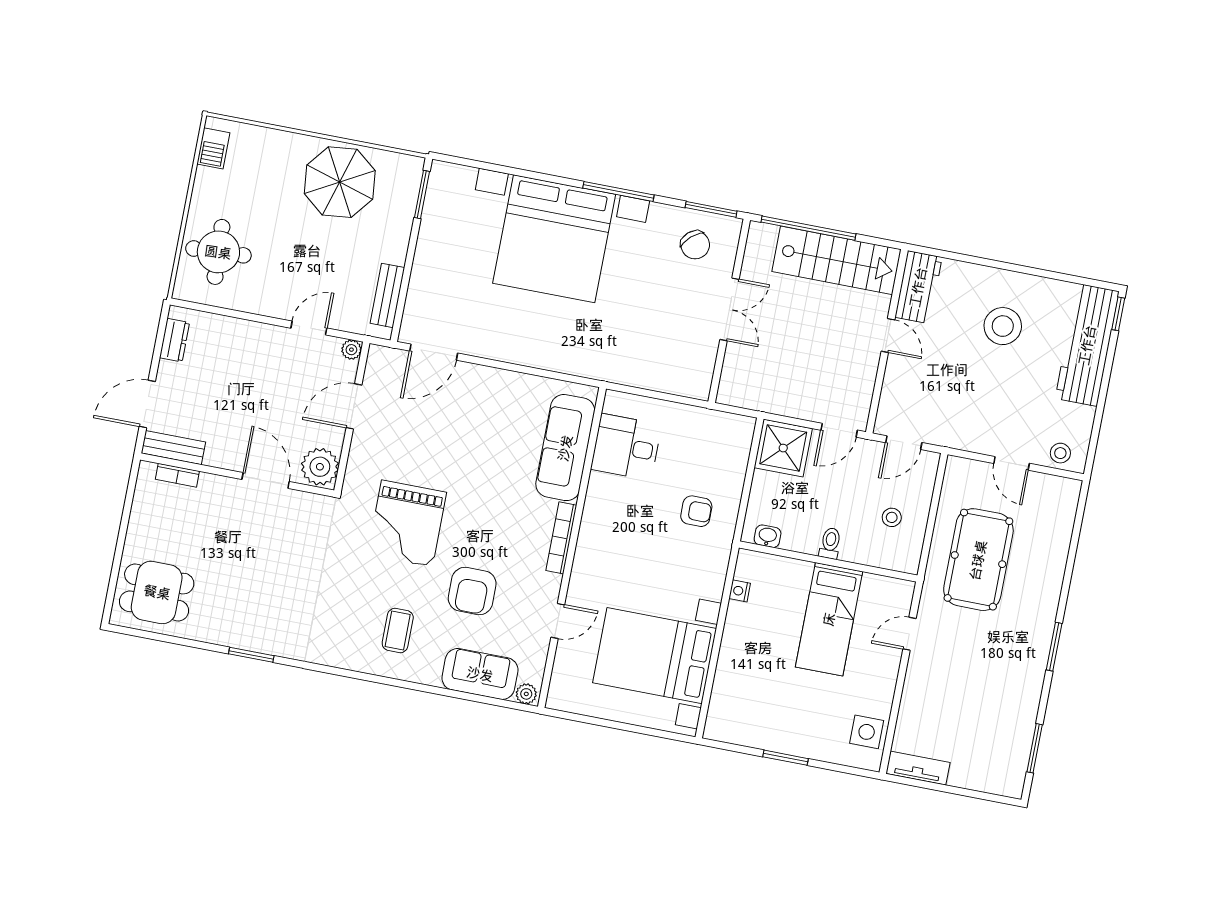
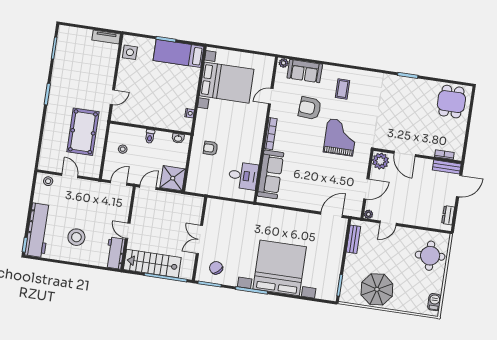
armchair: (472, 591) -> (310, 108), turned -86
dining table: (157, 592) -> (451, 102), turned 90
bed: (829, 619) -> (178, 53), moved, turned -90

